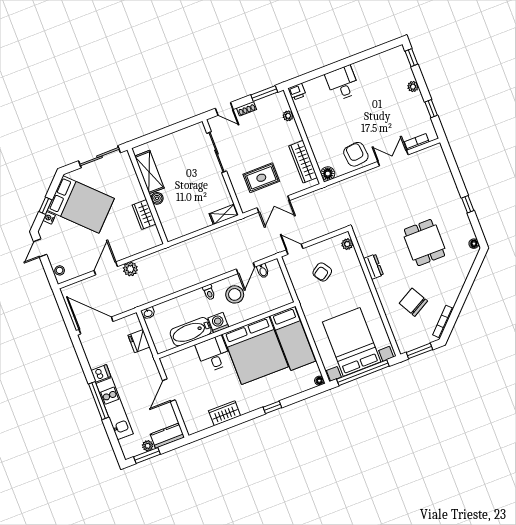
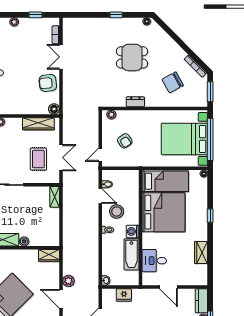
wardrobe: (144, 214) -> (49, 255), moved
desk: (213, 354) -> (154, 261), moved

